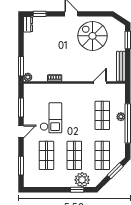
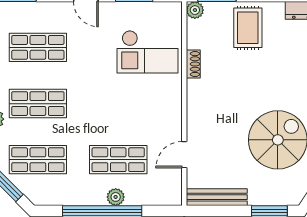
rug: (37, 51) -> (248, 28), added
door: (100, 82) -> (184, 155), swing flipped
checkout: (51, 118) -> (147, 52), moved

